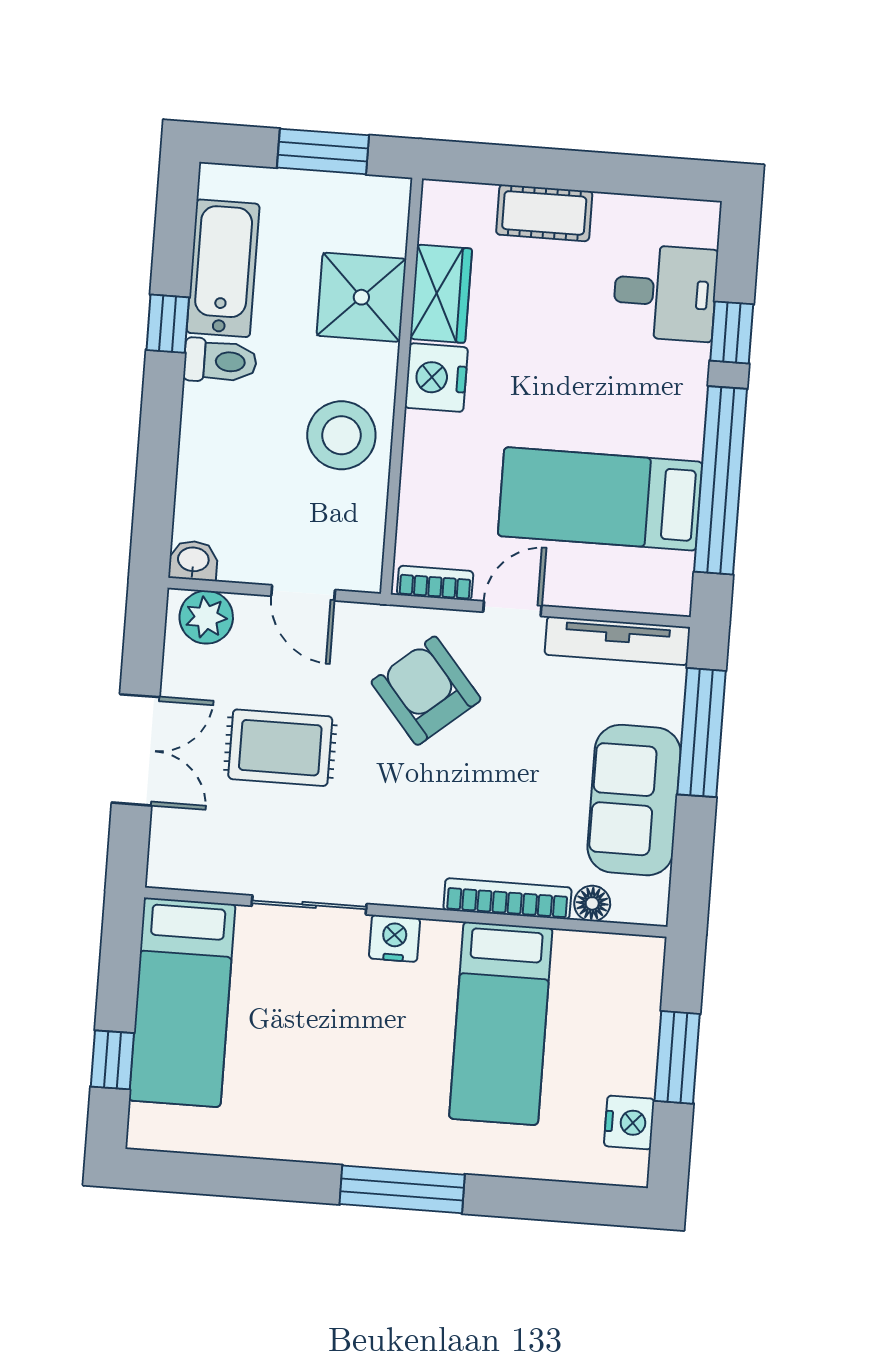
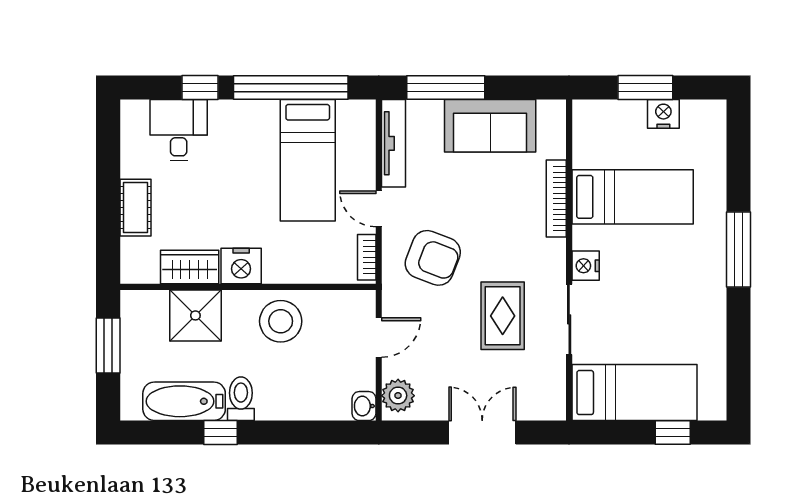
armchair: (426, 691) -> (433, 258), turned -119
rug: (280, 748) -> (503, 316), moved
floor lamp: (592, 903) -> (555, 147), removed
nightstand: (629, 1122) -> (663, 114), moved

